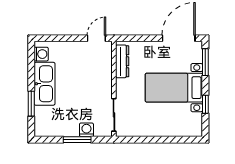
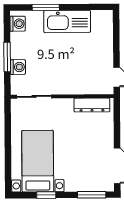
washing machine: (41, 54) -> (18, 24), moved, turned -90
bed with nightstands: (174, 88) -> (38, 161), moved

